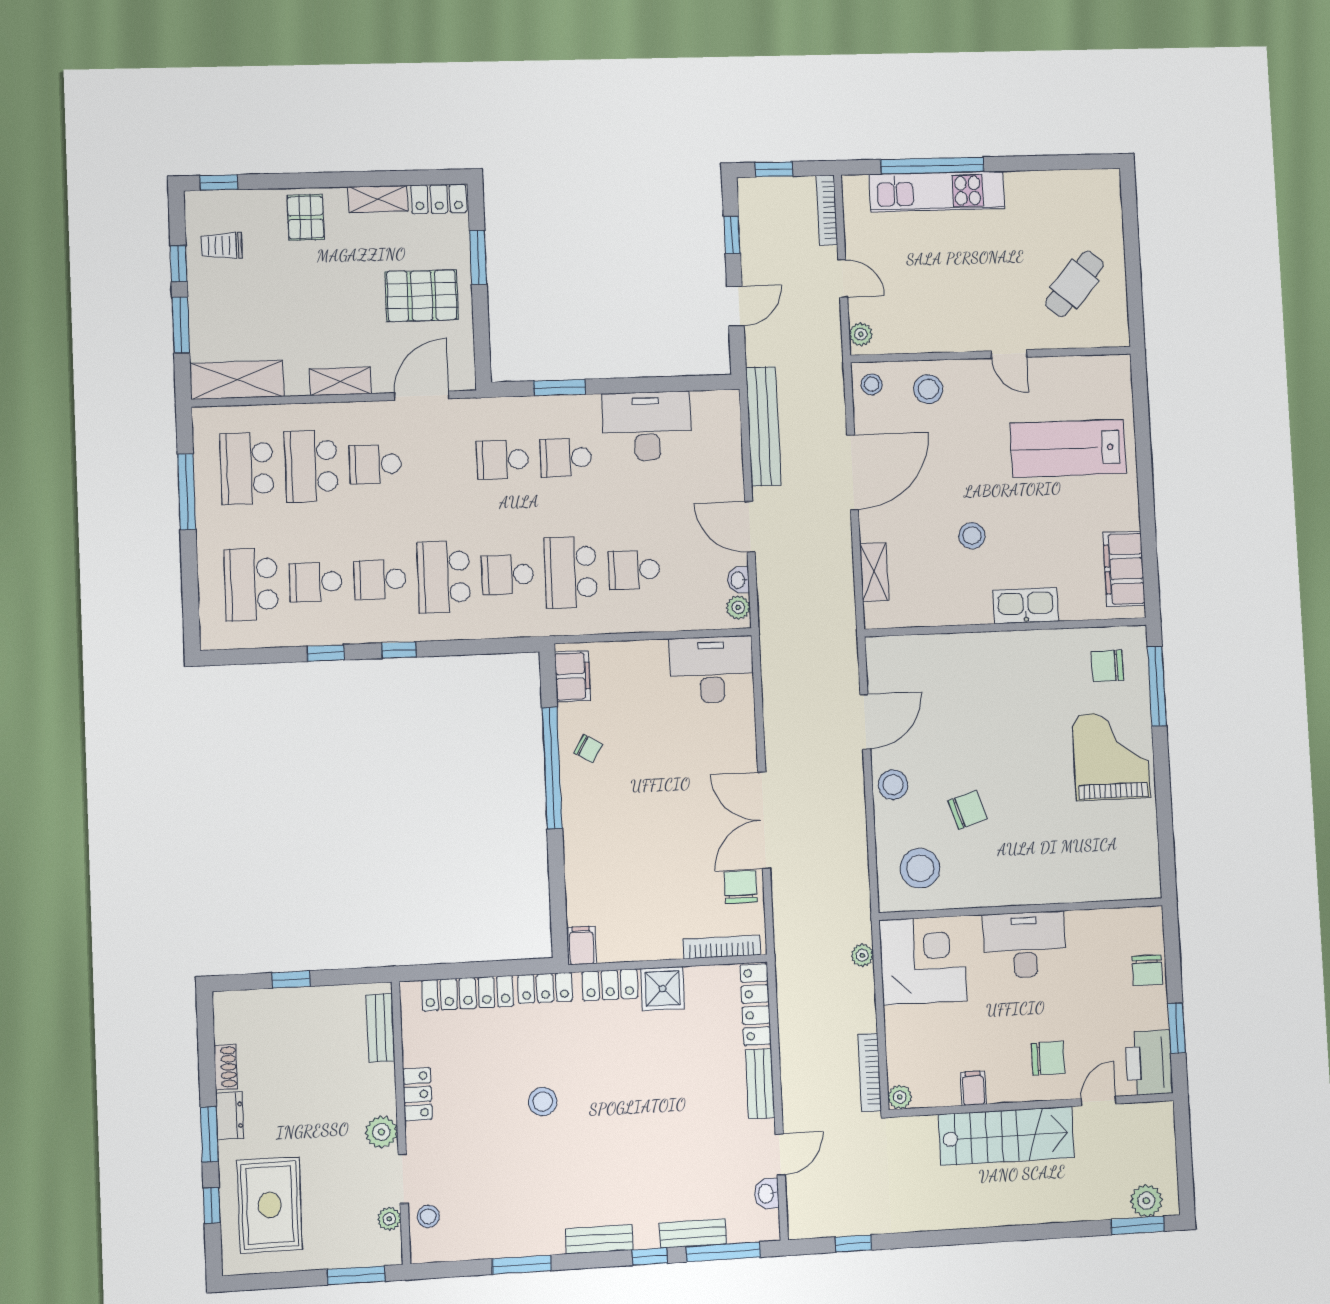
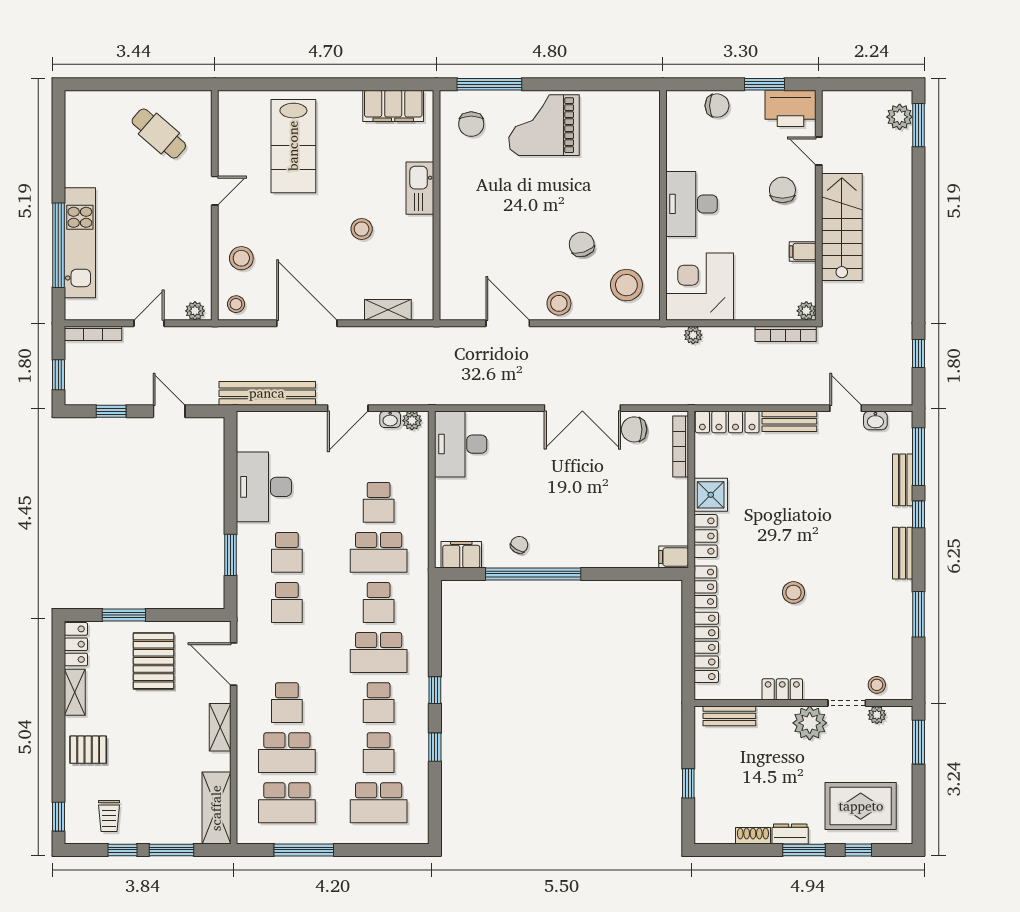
plant: (381, 1132) -> (810, 723), width x1.36, depth x1.36

